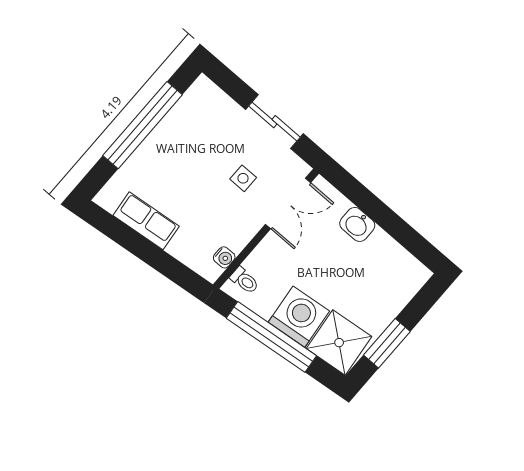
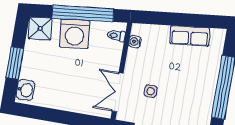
washbasin: (357, 224) -> (25, 90), moved, turned 90
shower: (339, 343) -> (40, 28), width x0.73, depth x0.73
window: (387, 343) -> (15, 63), moved

